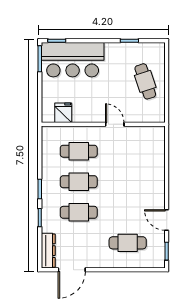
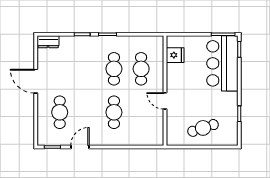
door: (115, 124) -> (165, 101), swing flipped
cafe table: (79, 212) -> (114, 112), moved
dresser: (48, 251) -> (48, 42), width x0.70
door: (72, 270) -> (36, 81), moved

